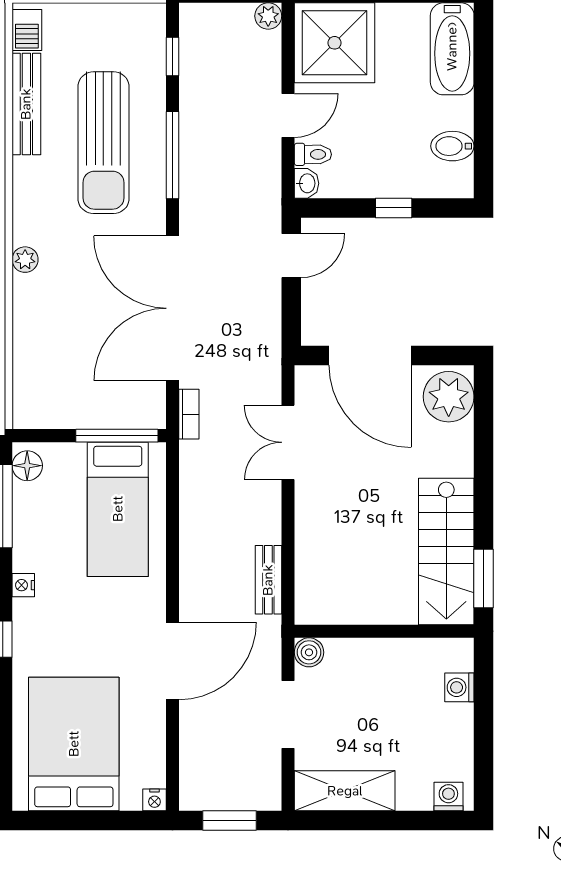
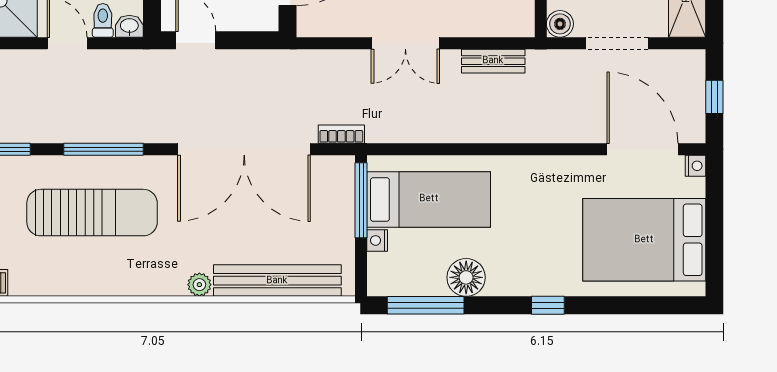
bench: (26, 104) -> (277, 281), moved, width x1.37, depth x1.21
double door: (288, 442) -> (405, 43), moved
floor lamp: (27, 466) -> (466, 277), moved, width x1.38, depth x1.38
nightstand: (23, 585) -> (377, 240), moved, turned 90
door: (172, 661) -> (642, 149), moved
window: (230, 821) -> (714, 97), width x0.67

